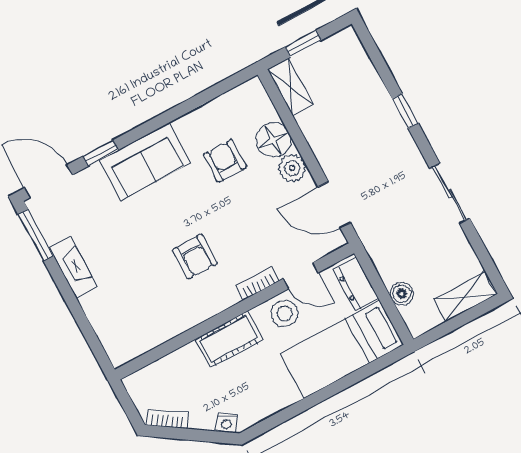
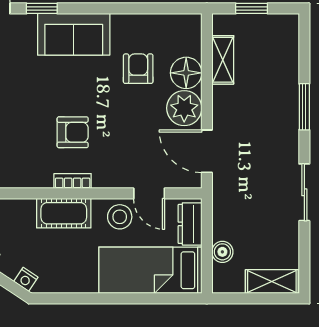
shelving: (290, 87) -> (223, 60), moved
window: (405, 111) -> (304, 107), width x1.50
plant: (292, 168) -> (184, 108), width x1.36, depth x1.36
armchair: (195, 256) -> (73, 132), turned -90
bookcase: (258, 283) -> (73, 181), moved

